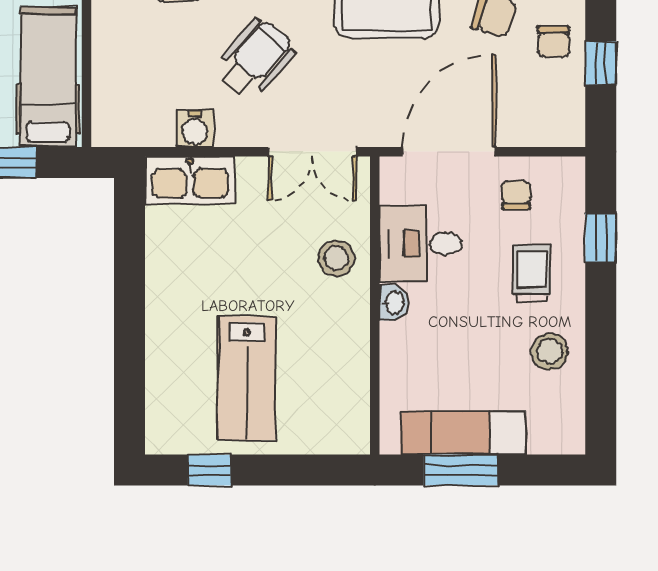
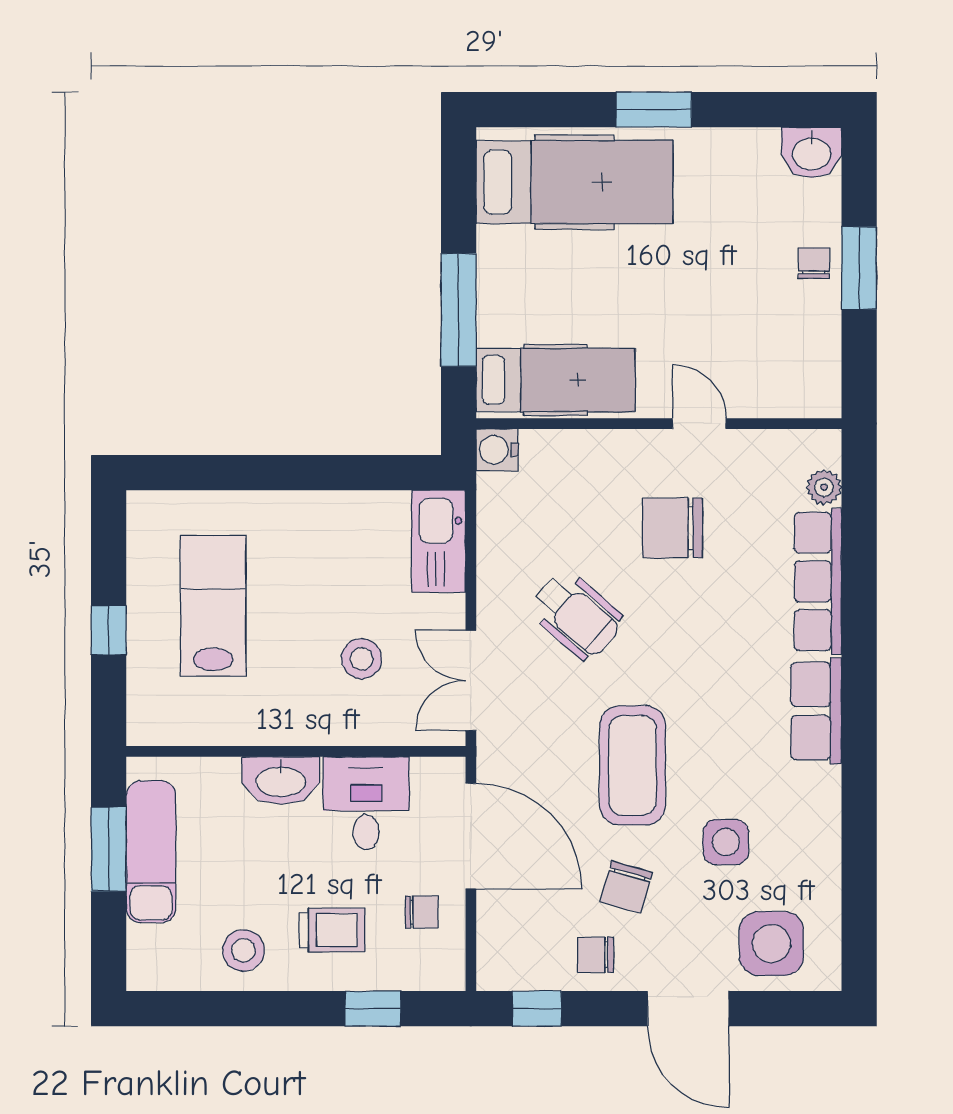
window: (601, 63) -> (537, 1009), moved
water cooler: (195, 129) -> (497, 450), moved
stool: (336, 258) -> (362, 659), moved
washbasin: (394, 302) -> (281, 780), width x1.91, depth x1.45
lab bench: (247, 378) -> (213, 606), turned 90
window: (209, 470) -> (109, 630), moved

